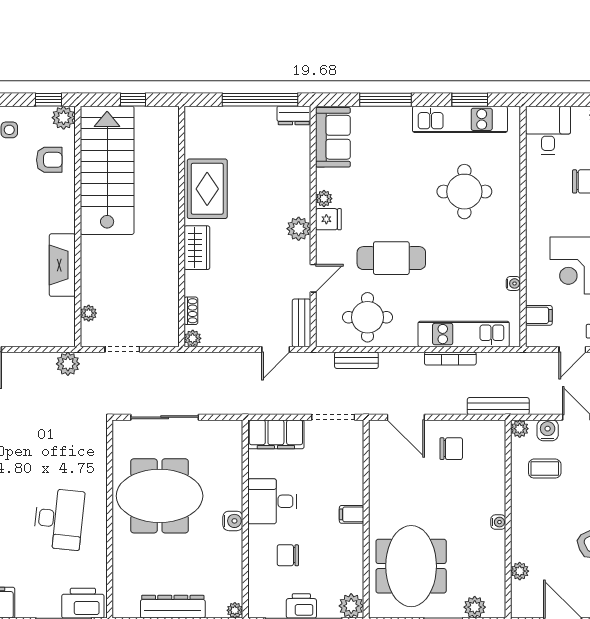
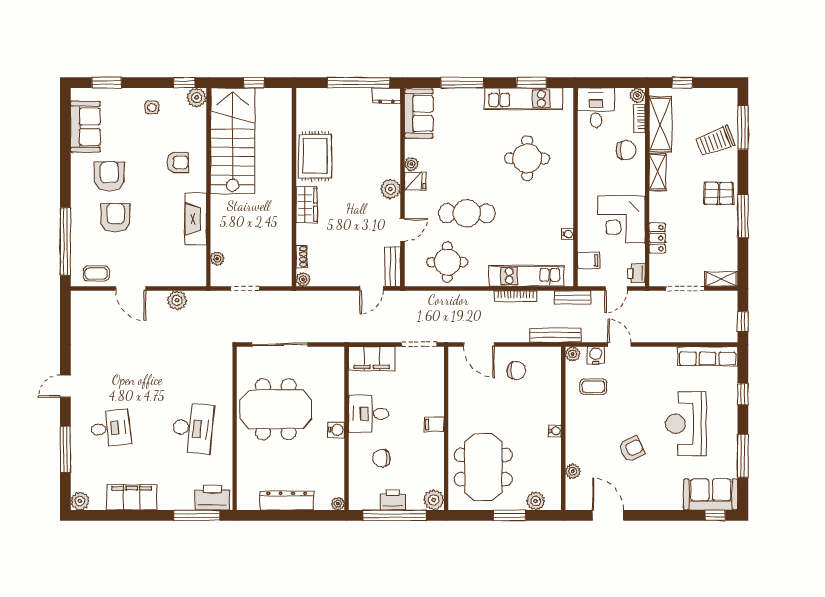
armchair: (49, 160) -> (178, 162), moved
bench: (356, 360) -> (572, 297), moved
plant: (68, 364) -> (177, 300), moved

